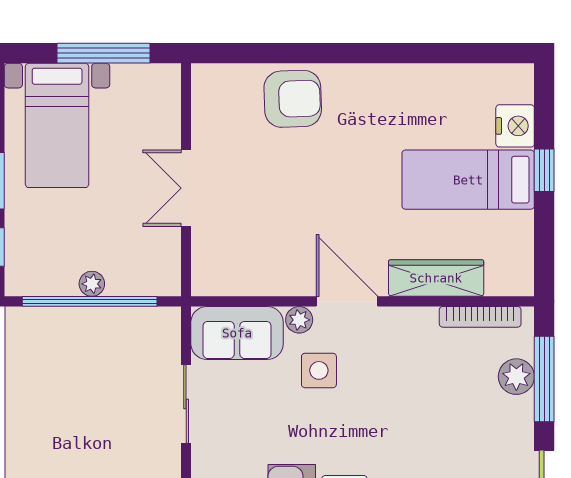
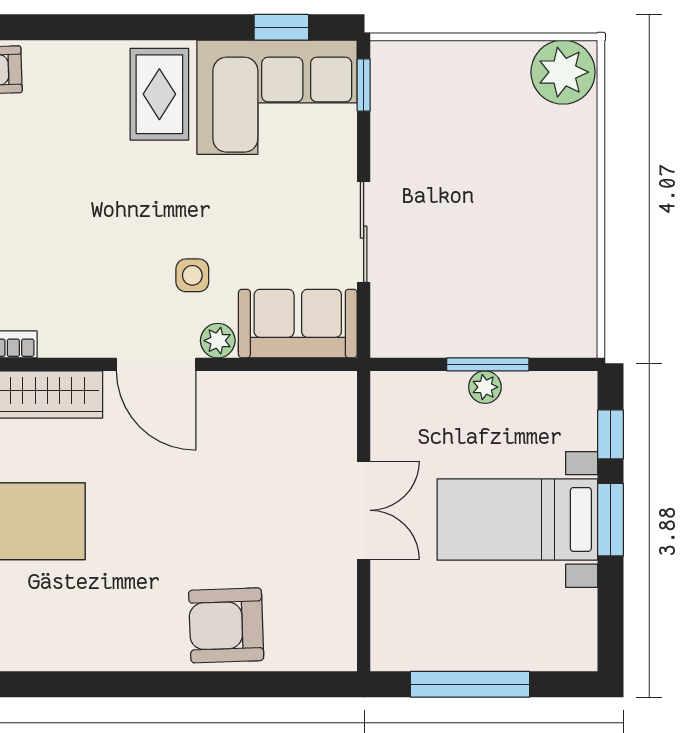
bed with nightstands: (57, 125) -> (517, 519), moved, turned -90
window: (90, 301) -> (488, 364), width x0.47
side table: (319, 370) -> (192, 275), width x0.73, depth x0.73

